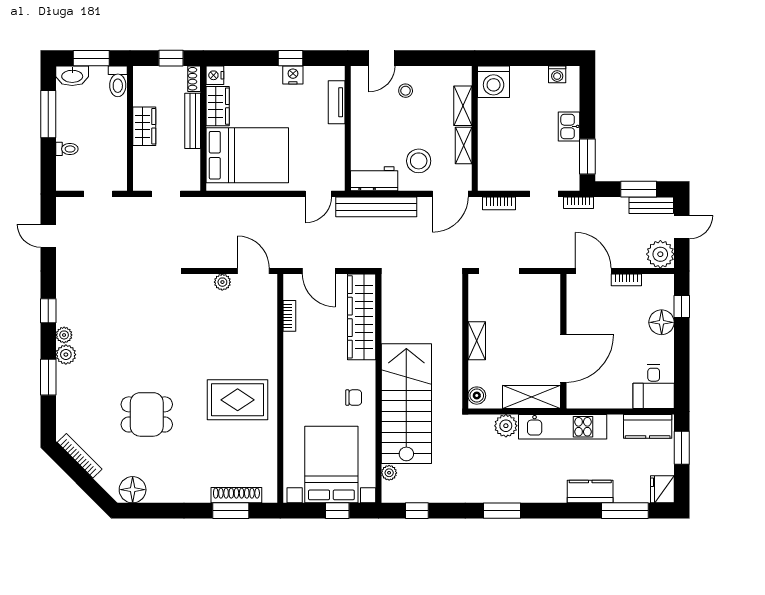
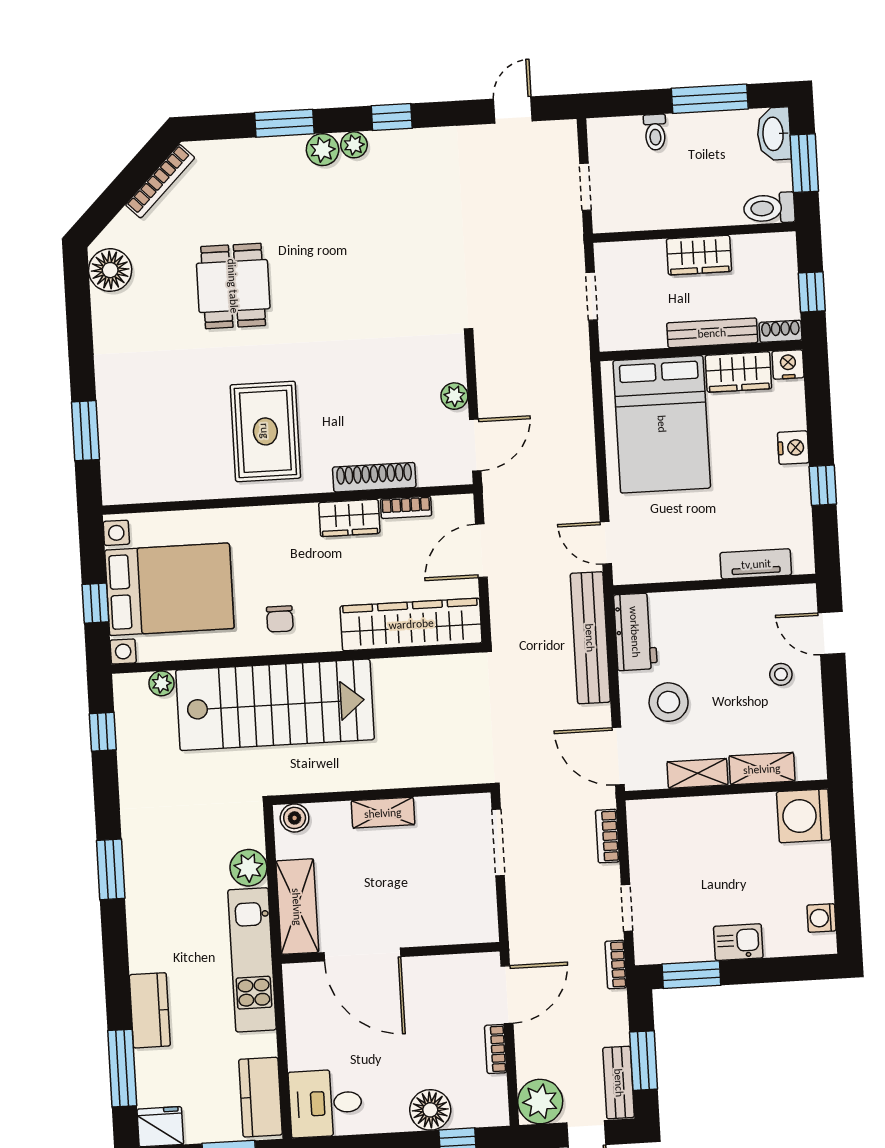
nightstand: (293, 75) -> (793, 448), moved
wardrobe: (294, 351) -> (349, 518), added
shoe rack: (236, 495) -> (374, 477), moved, turned -90

